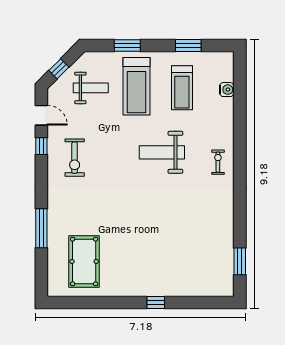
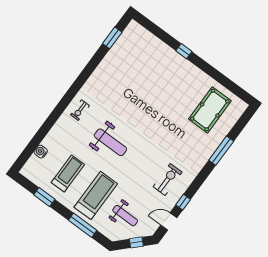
window: (127, 46) -> (83, 225), width x1.44
weight bench: (91, 88) -> (125, 216), turned 180
door: (41, 115) -> (169, 221), hinge flipped

